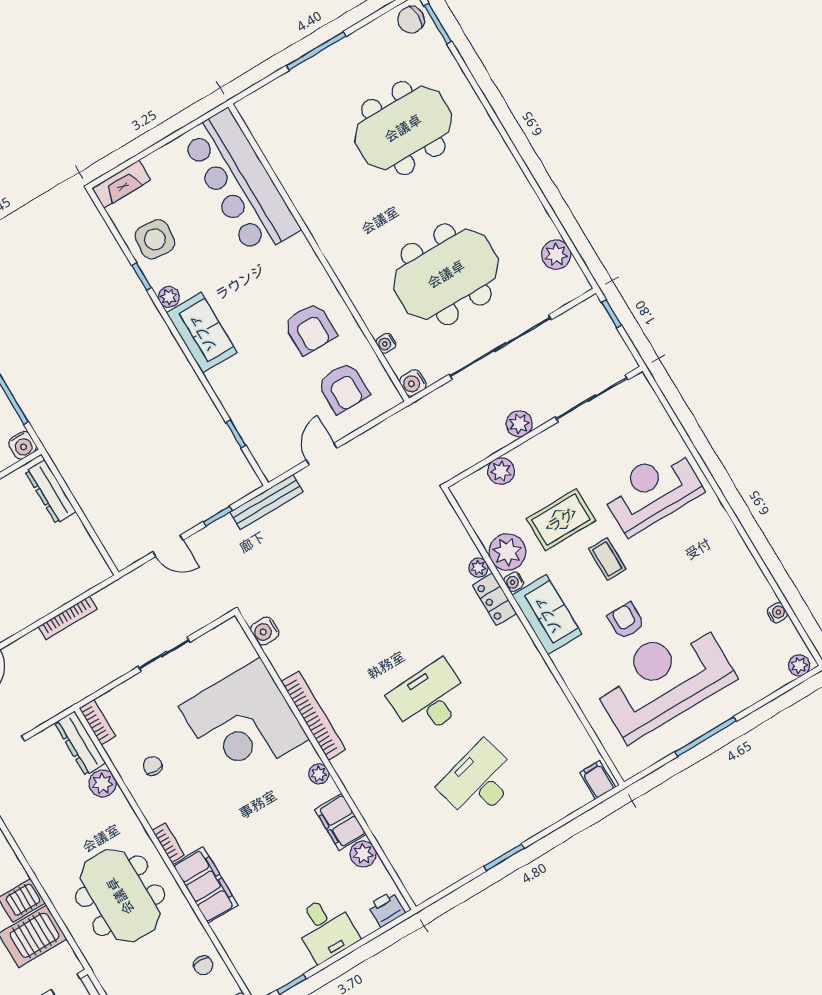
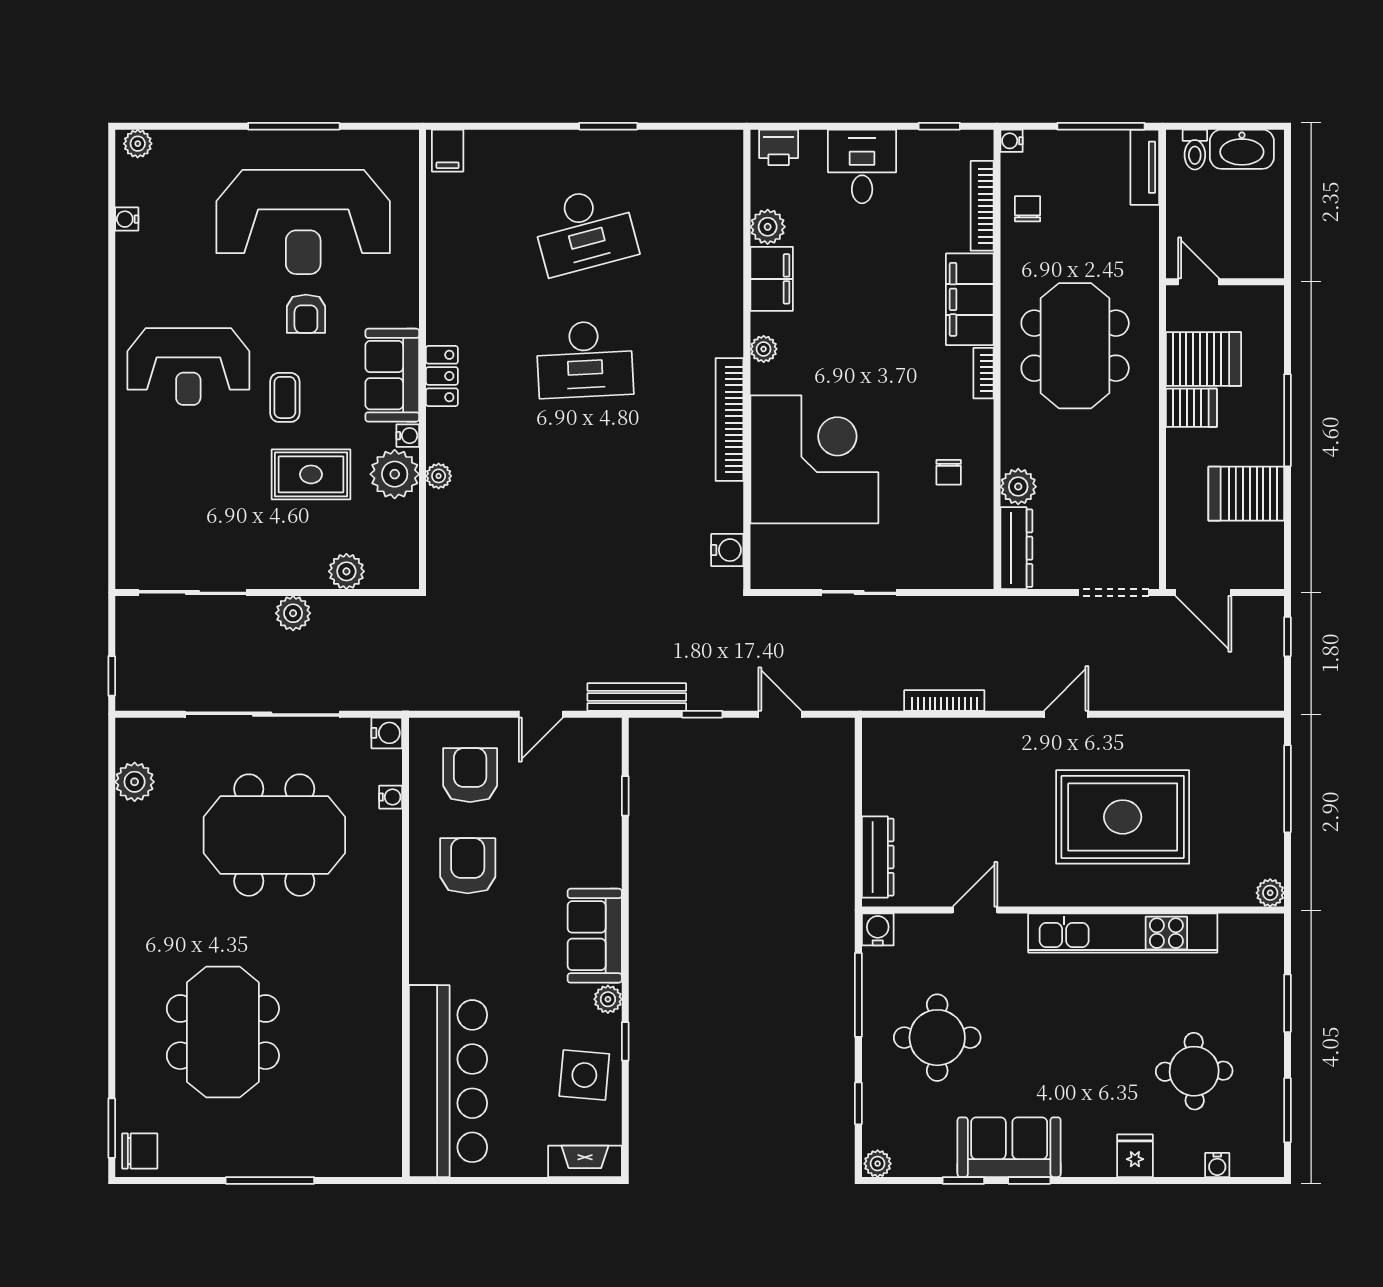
meeting table: (403, 128) -> (223, 1032), turned 90
reception desk: (652, 491) -> (188, 367), moved
locker: (494, 599) -> (442, 376), moved
bookcase: (97, 722) -> (982, 206), moved, width x1.56

